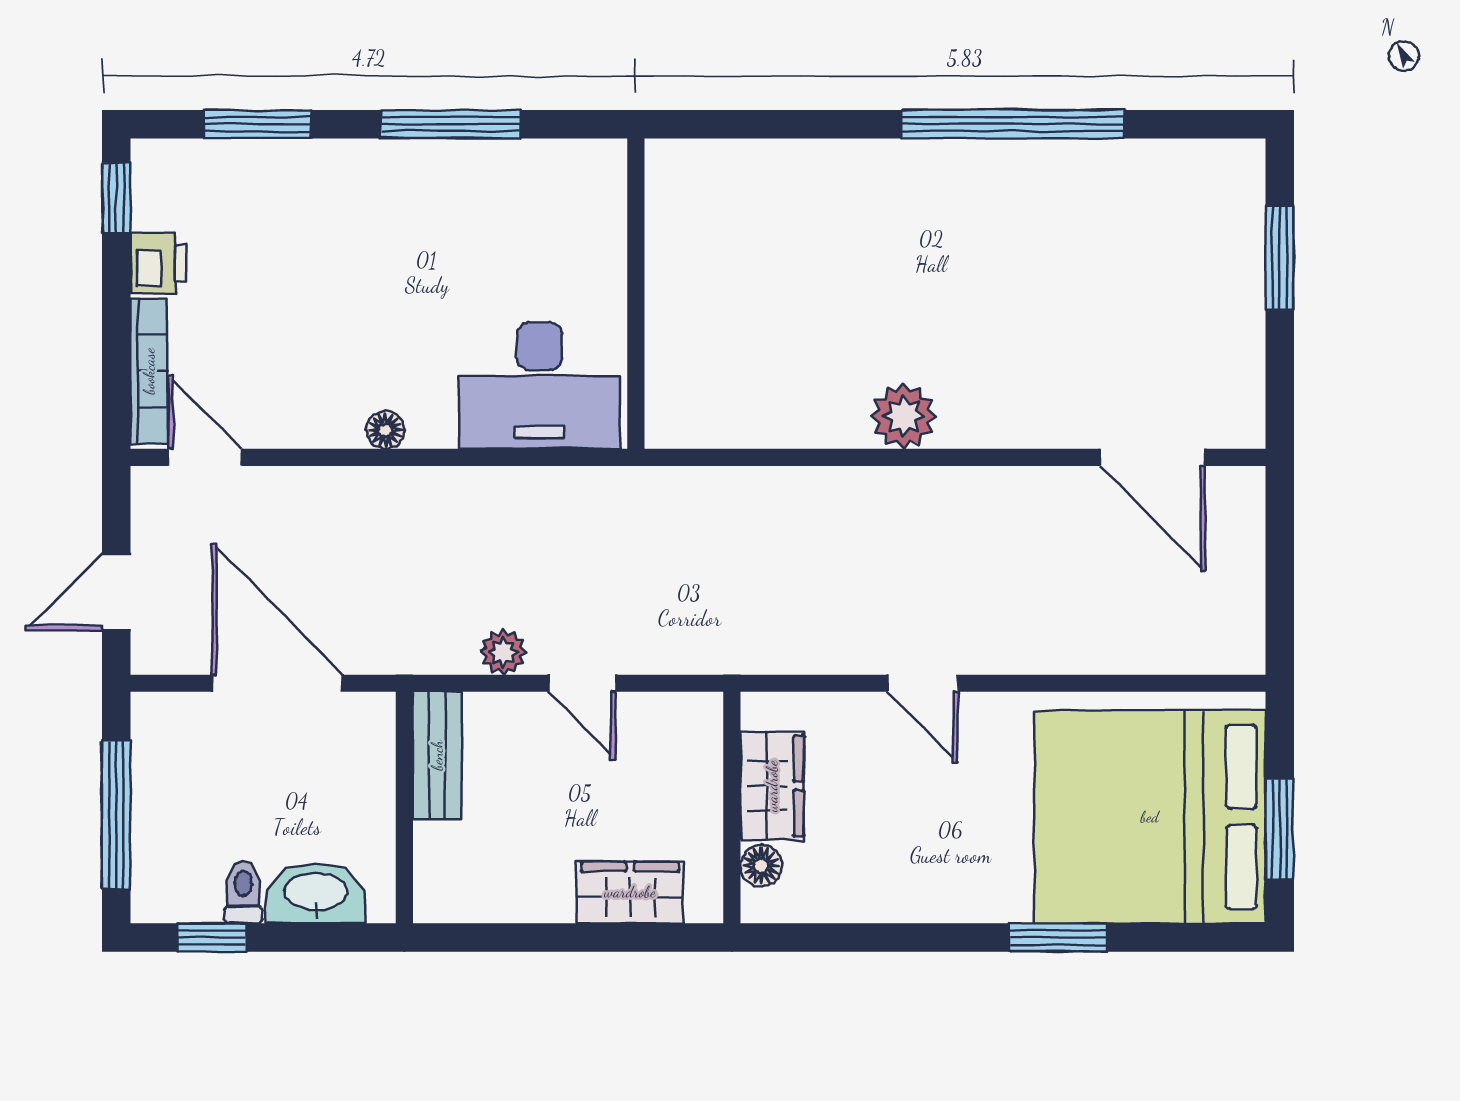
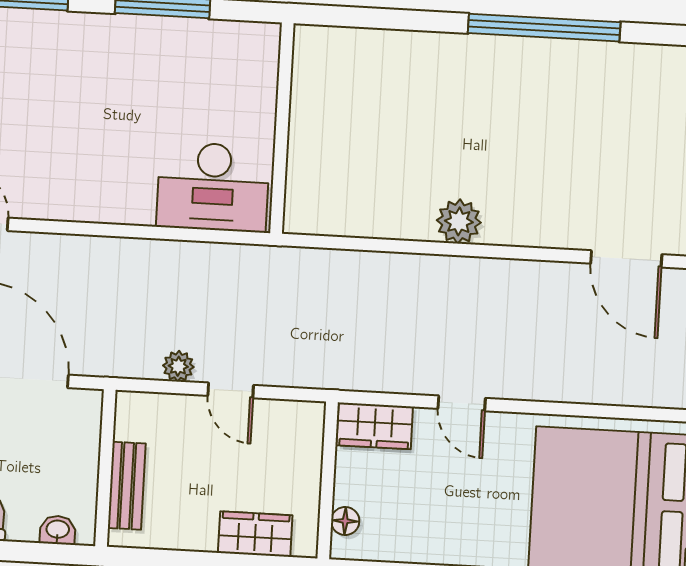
floor lamp: (385, 430) -> (107, 211), removed
bench: (437, 755) -> (127, 486), moved
wardrobe: (772, 786) -> (375, 426), moved, turned 90
washbasin: (316, 893) -> (58, 530), width x0.52, depth x0.69

